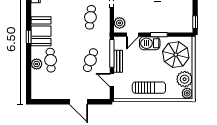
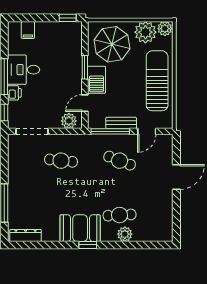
door: (133, 35) -> (85, 103), swing flipped
sun lounger: (149, 88) -> (157, 81), width x1.36, depth x1.34

